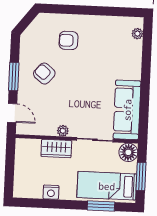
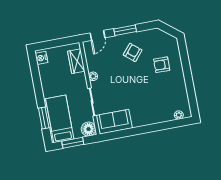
armchair: (68, 40) -> (162, 65), turned -89
sofa: (127, 110) -> (114, 122), width x0.73
wardrobe: (56, 148) -> (76, 61), moved
nightstand: (51, 192) -> (41, 58), moved

